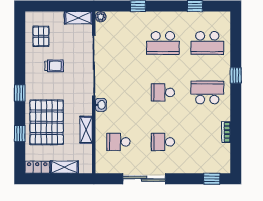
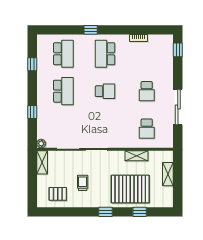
school desk: (163, 92) -> (105, 91), turned -90
washbasin: (101, 105) -> (115, 143), removed
locker: (37, 167) -> (168, 197), removed

